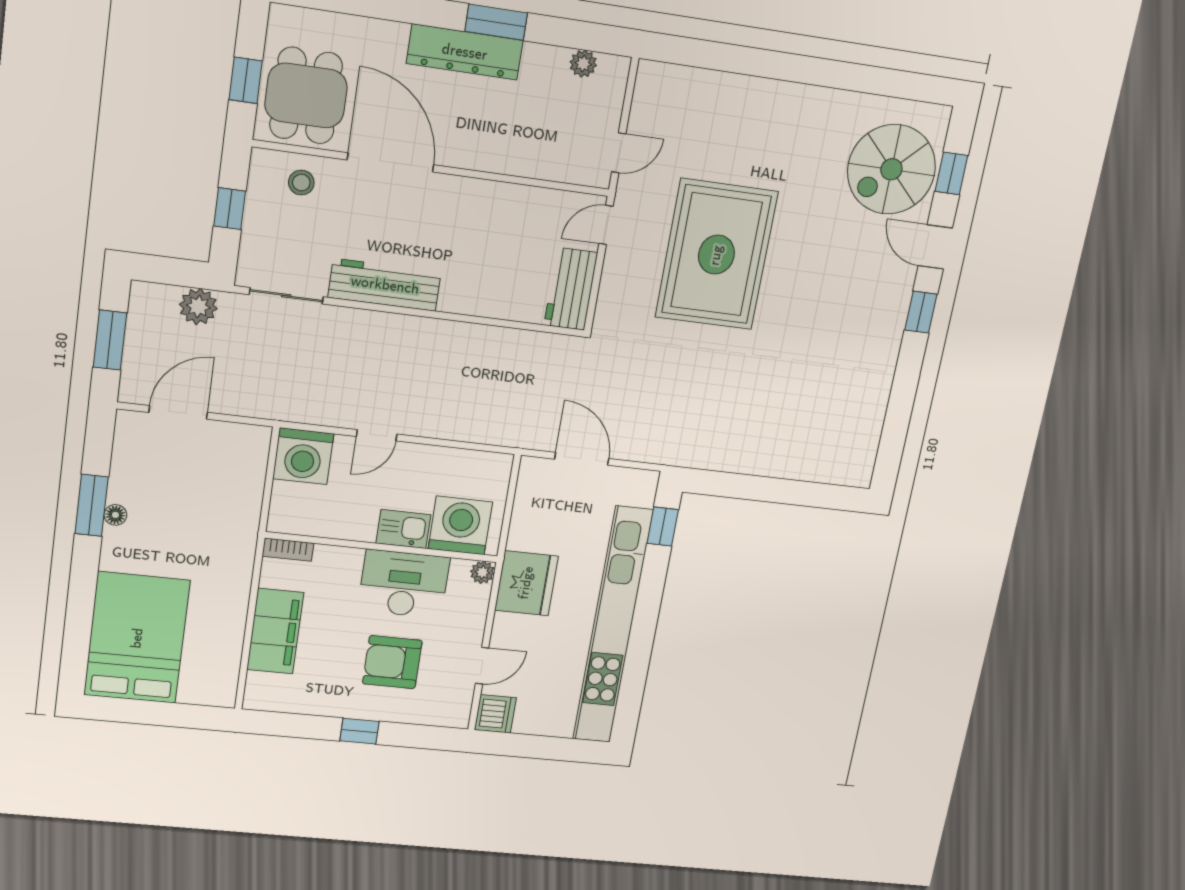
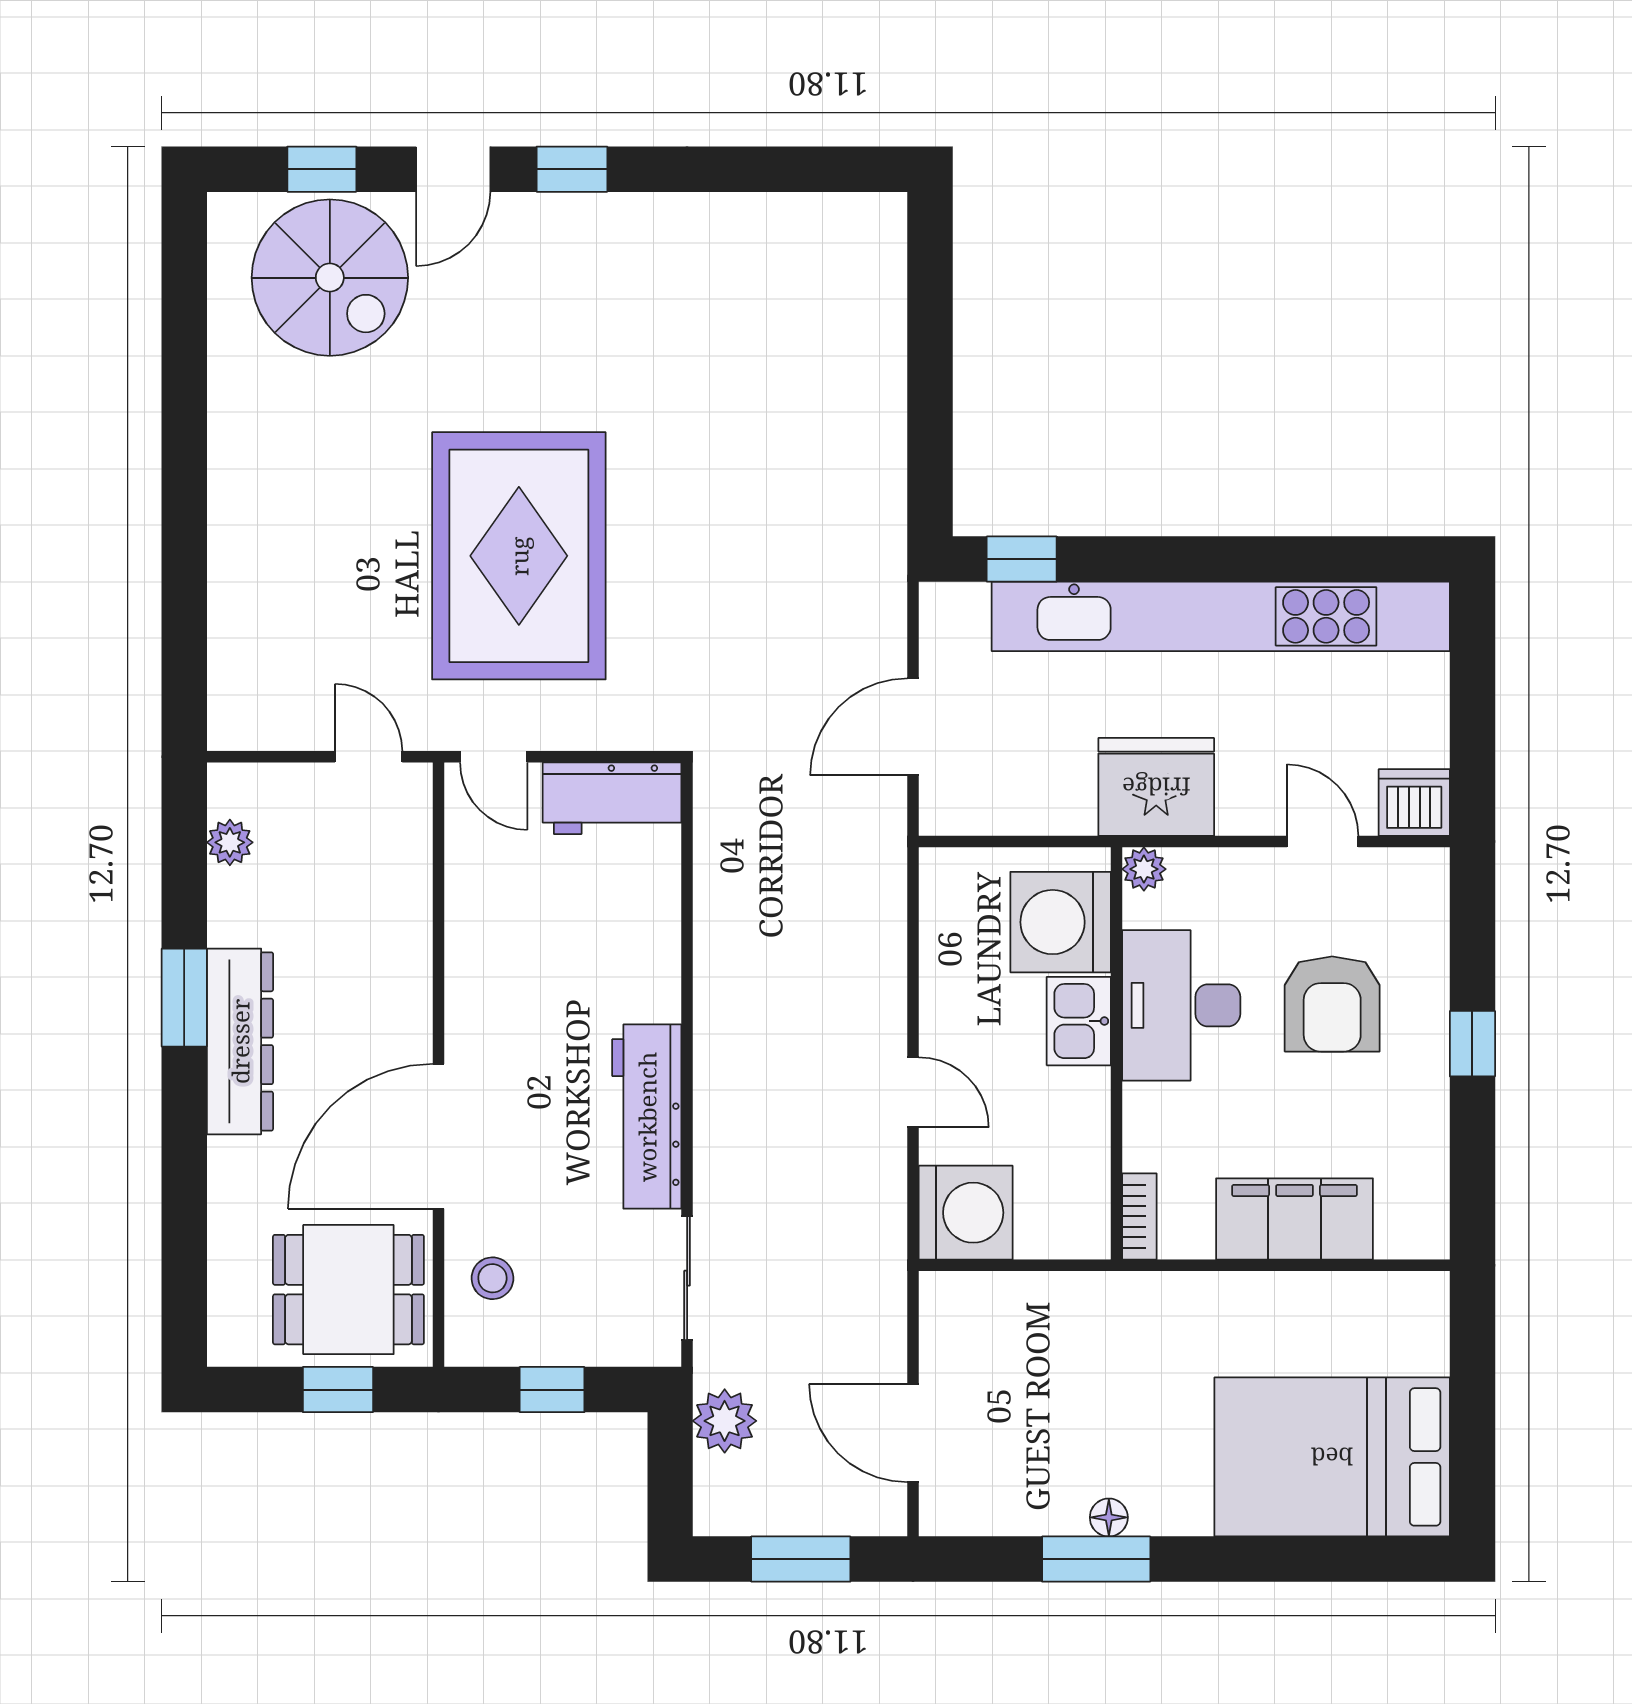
rug: (716, 255) -> (519, 556), turned 90

